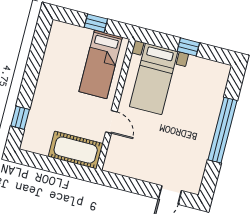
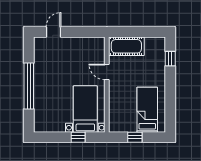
window: (188, 47) -> (78, 137), moved
bed: (101, 64) -> (147, 110), moved

